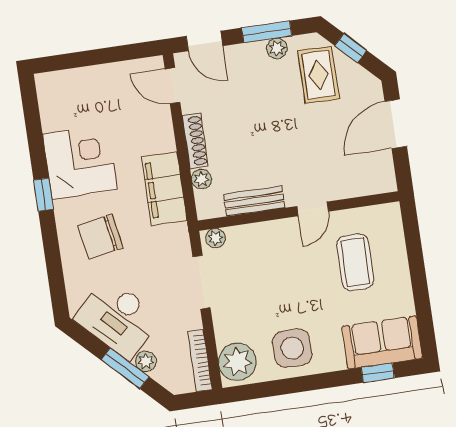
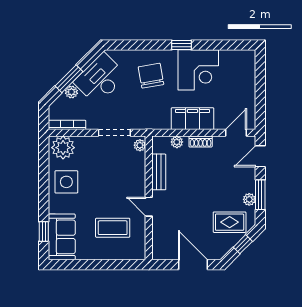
shoe rack: (195, 141) -> (201, 142), width x0.70
filing cabinet: (164, 189) -> (192, 119), moved

